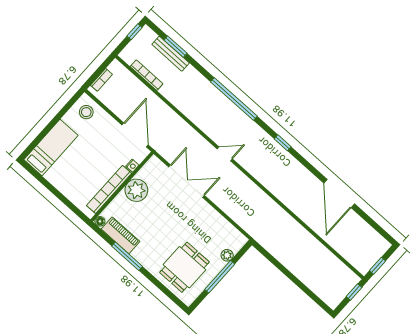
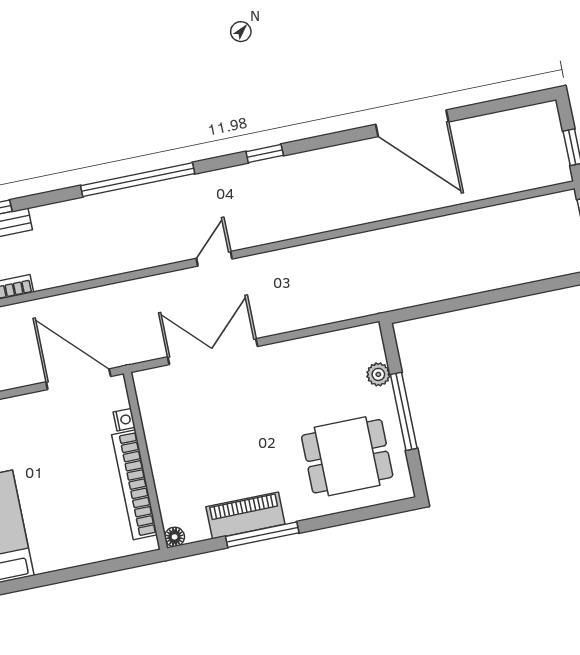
plant: (136, 190) -> (168, 442), removed
piano: (121, 235) -> (245, 515), moved
dining table: (184, 267) -> (347, 456), turned 90

